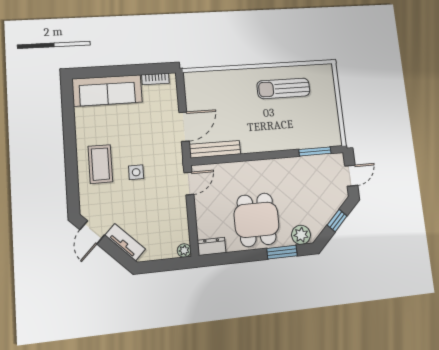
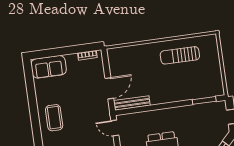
sofa: (107, 90) -> (49, 67), width x0.73
side table: (136, 172) -> (78, 122), removed
door: (189, 184) -> (115, 128), swing flipped

